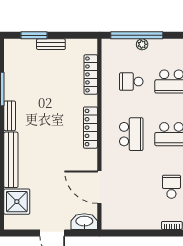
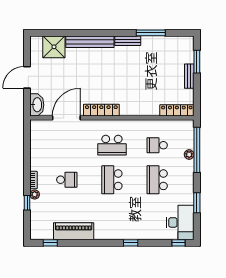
locker: (91, 74) -> (177, 110), moved
school desk: (131, 82) -> (157, 145), turned -90
locker: (90, 128) -> (101, 110), moved

